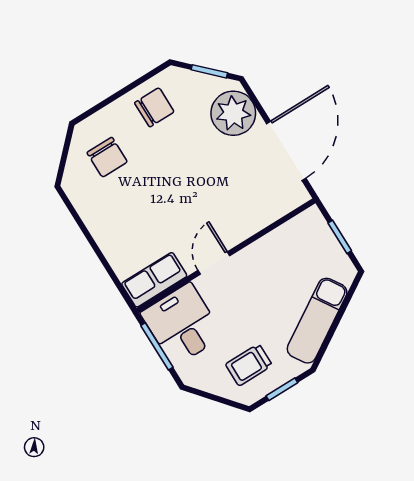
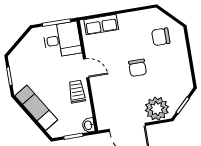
chair: (154, 107) -> (137, 68), moved
washbasin: (310, 219) -> (88, 125), added
row of seats: (154, 280) -> (101, 25), moved, turned 90
trolley: (249, 365) -> (77, 92), moved

